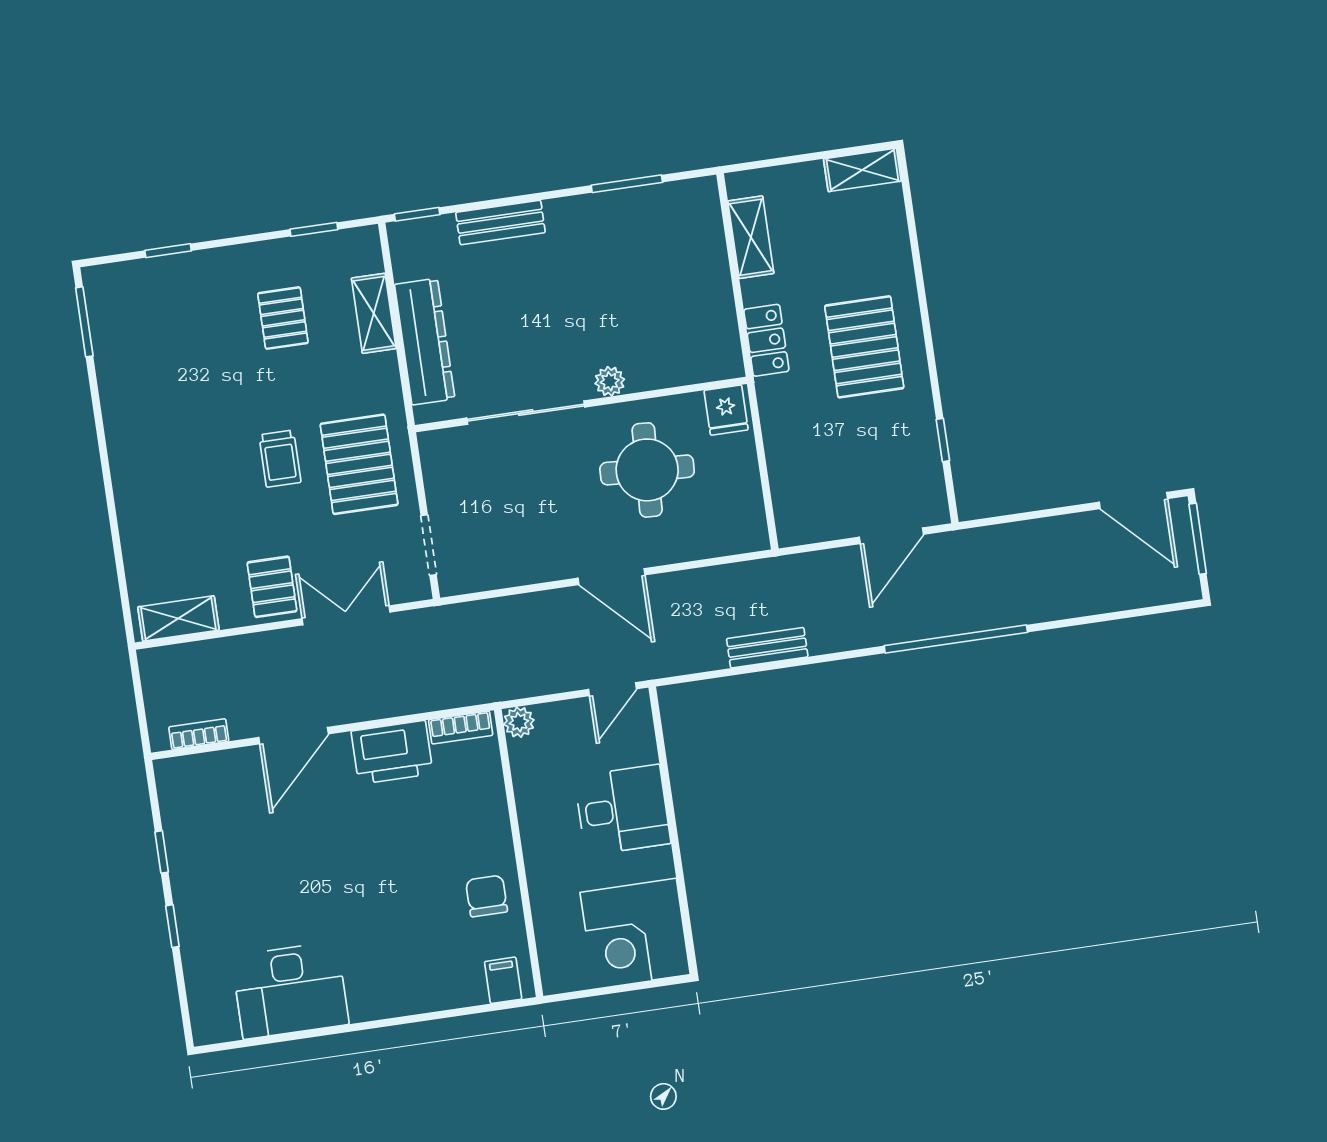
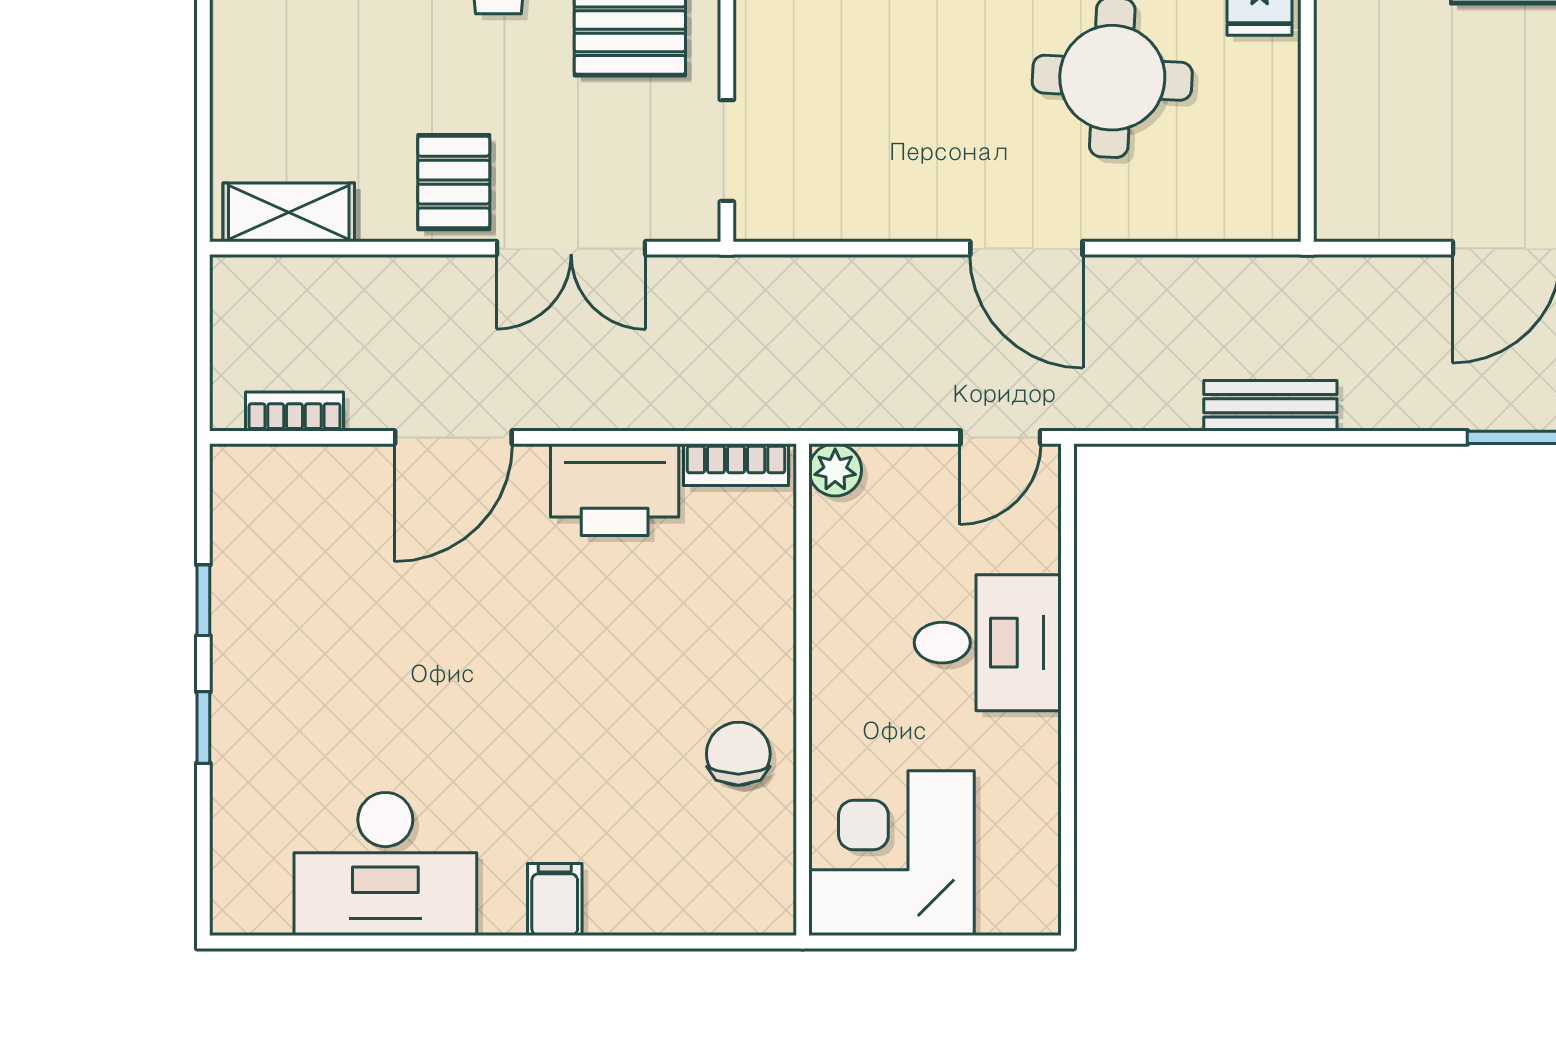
double door: (346, 615) -> (571, 248), swing flipped
corner desk: (635, 933) -> (891, 853), moved, turned 90
filing cabinet: (503, 980) -> (555, 900), moved

